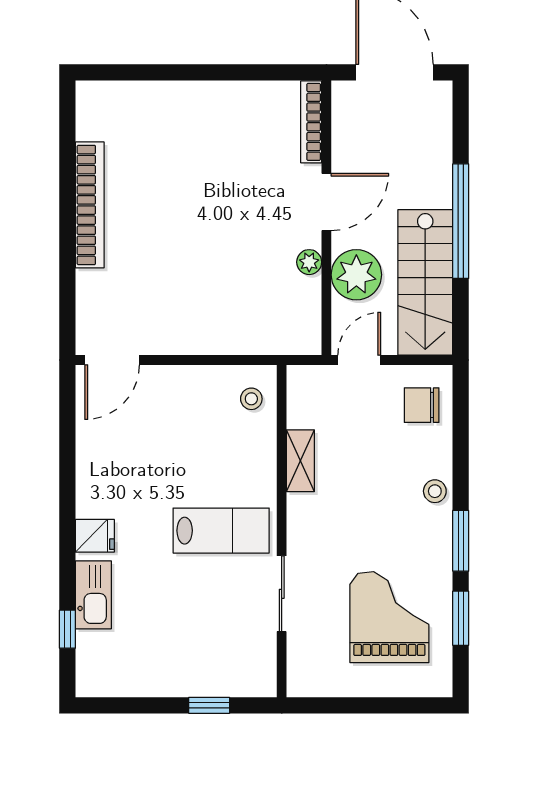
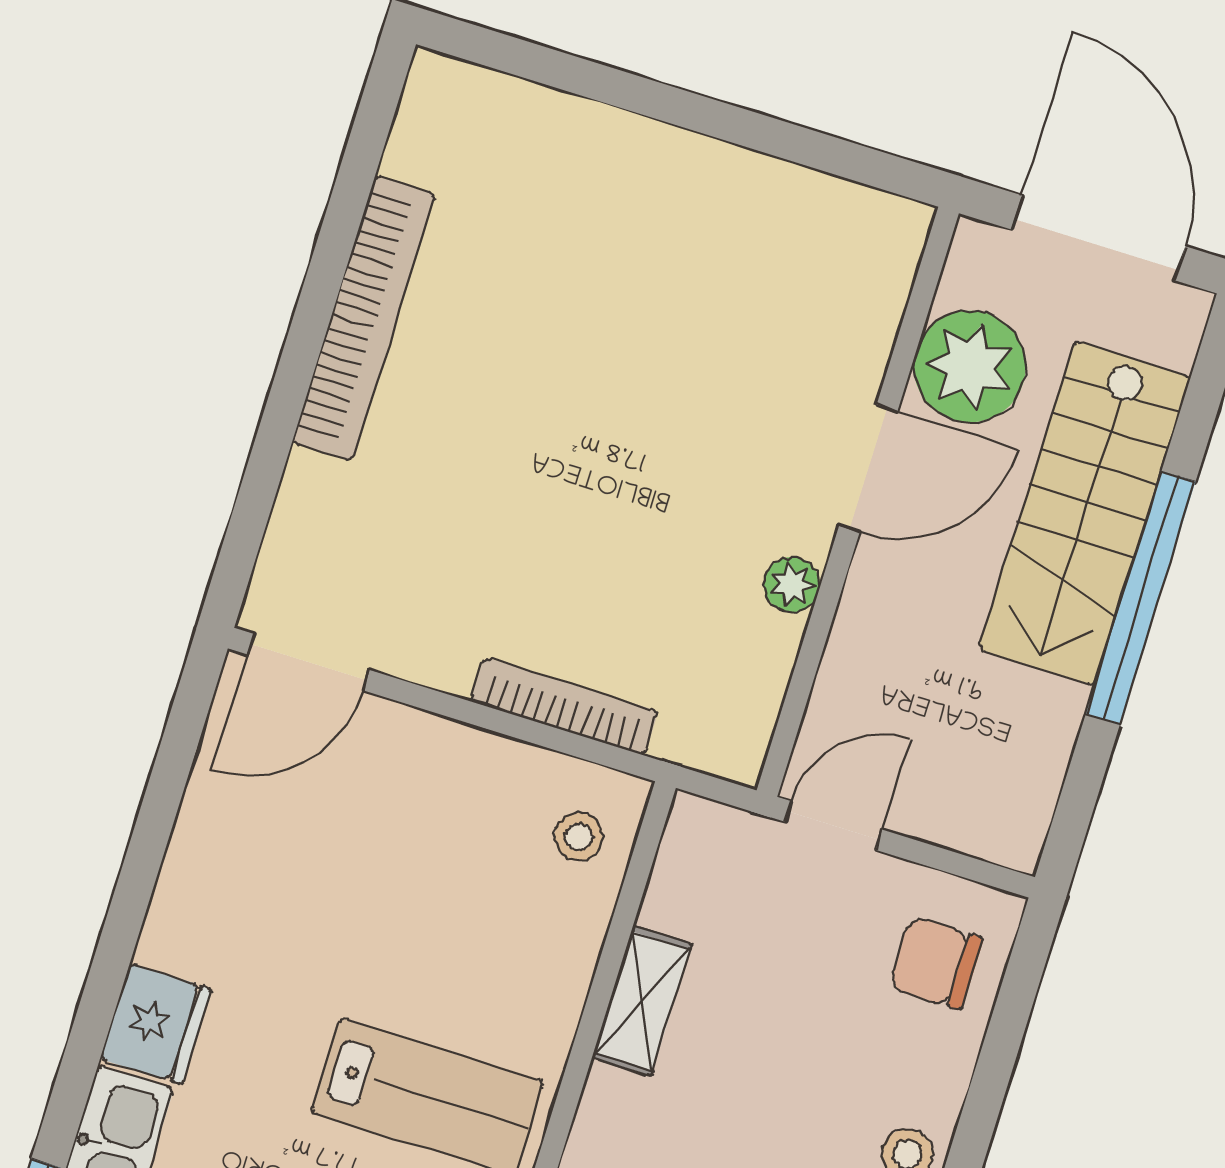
bookcase: (311, 122) -> (564, 706), moved, turned 90
plant: (356, 275) -> (970, 366), moved
stairs: (425, 282) -> (1084, 513), moved
fridge: (95, 536) -> (156, 1024), width x1.38

